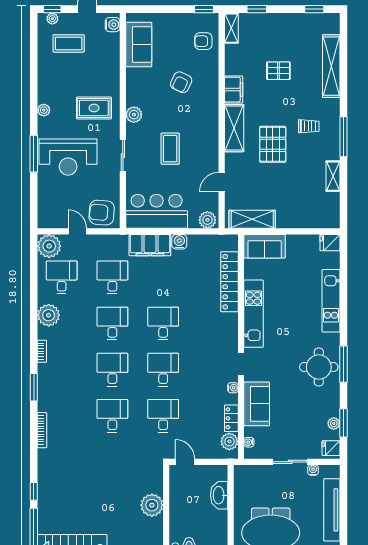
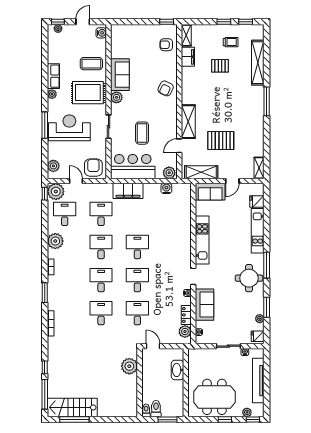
window: (257, 9) -> (224, 22), moved
coffee table: (69, 43) -> (91, 64), moved
sofa: (139, 44) -> (120, 75), moved
armchair: (181, 82) -> (166, 88), moved
row of seats: (46, 85) -> (53, 76), added
filing cabinet: (234, 90) -> (188, 57), moved
rug: (94, 108) -> (88, 93), width x1.36, depth x1.43
trolley: (309, 126) -> (231, 42), moved
shelving: (234, 128) -> (188, 122), moved
window: (344, 137) -> (267, 101), moved
pallet: (273, 144) -> (221, 140), moved, turned 90
coffee table: (170, 149) -> (142, 133), moved
reception desk: (68, 157) -> (69, 128), turned 180
shelving: (333, 176) -> (259, 168), moved
plant: (46, 210) -> (53, 166), added
armchair: (102, 213) -> (93, 168), turned 85
door: (296, 231) -> (232, 181), added
water cooler: (179, 242) -> (166, 188), moved
fridge: (330, 243) -> (257, 201), moved
window: (34, 249) -> (45, 194), added
locker: (229, 282) -> (185, 217), removed
window: (344, 364) -> (267, 265), moved
window: (344, 423) -> (267, 307), moved
plant: (152, 505) -> (129, 366), moved

